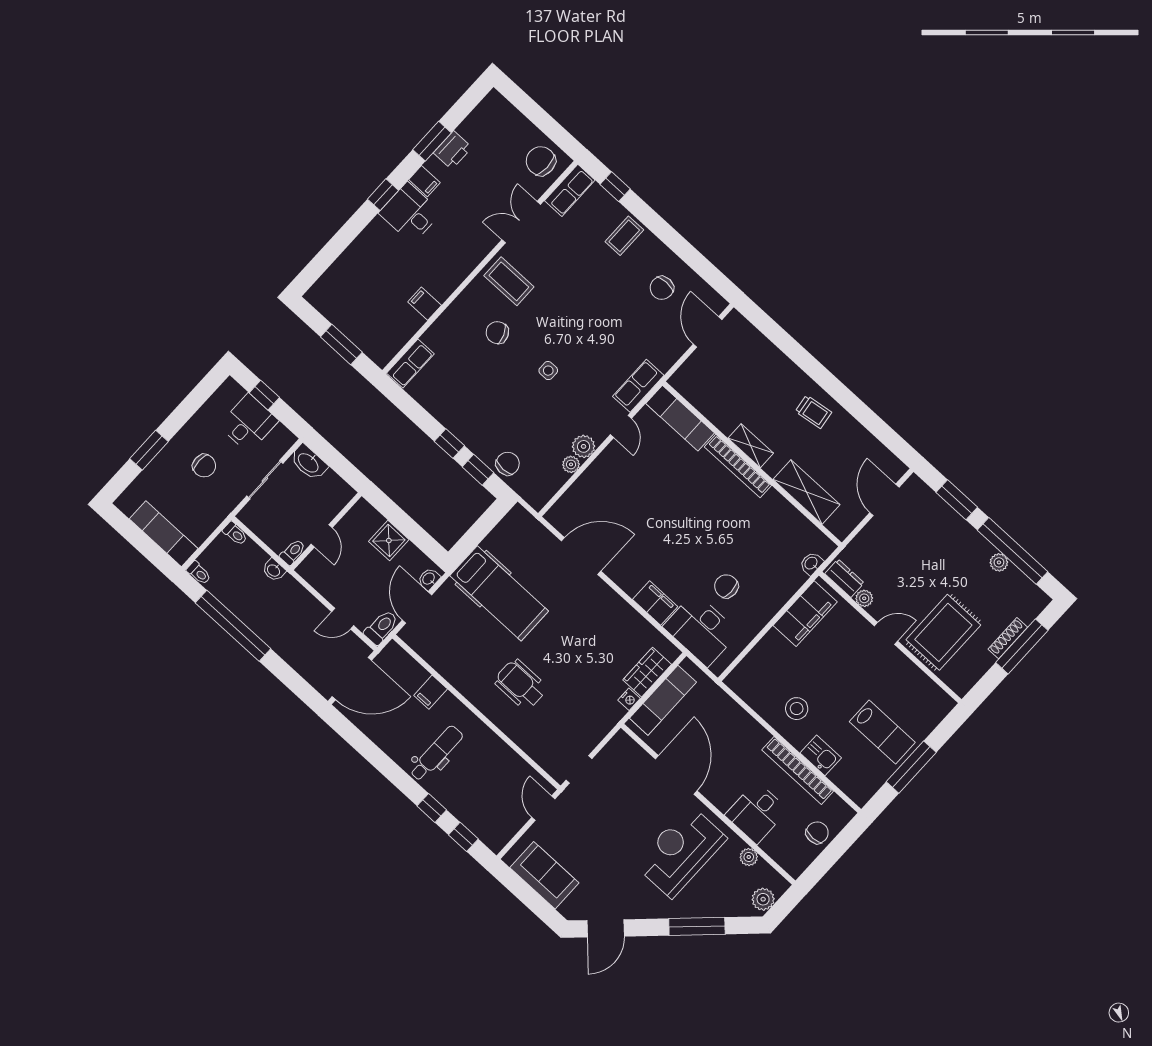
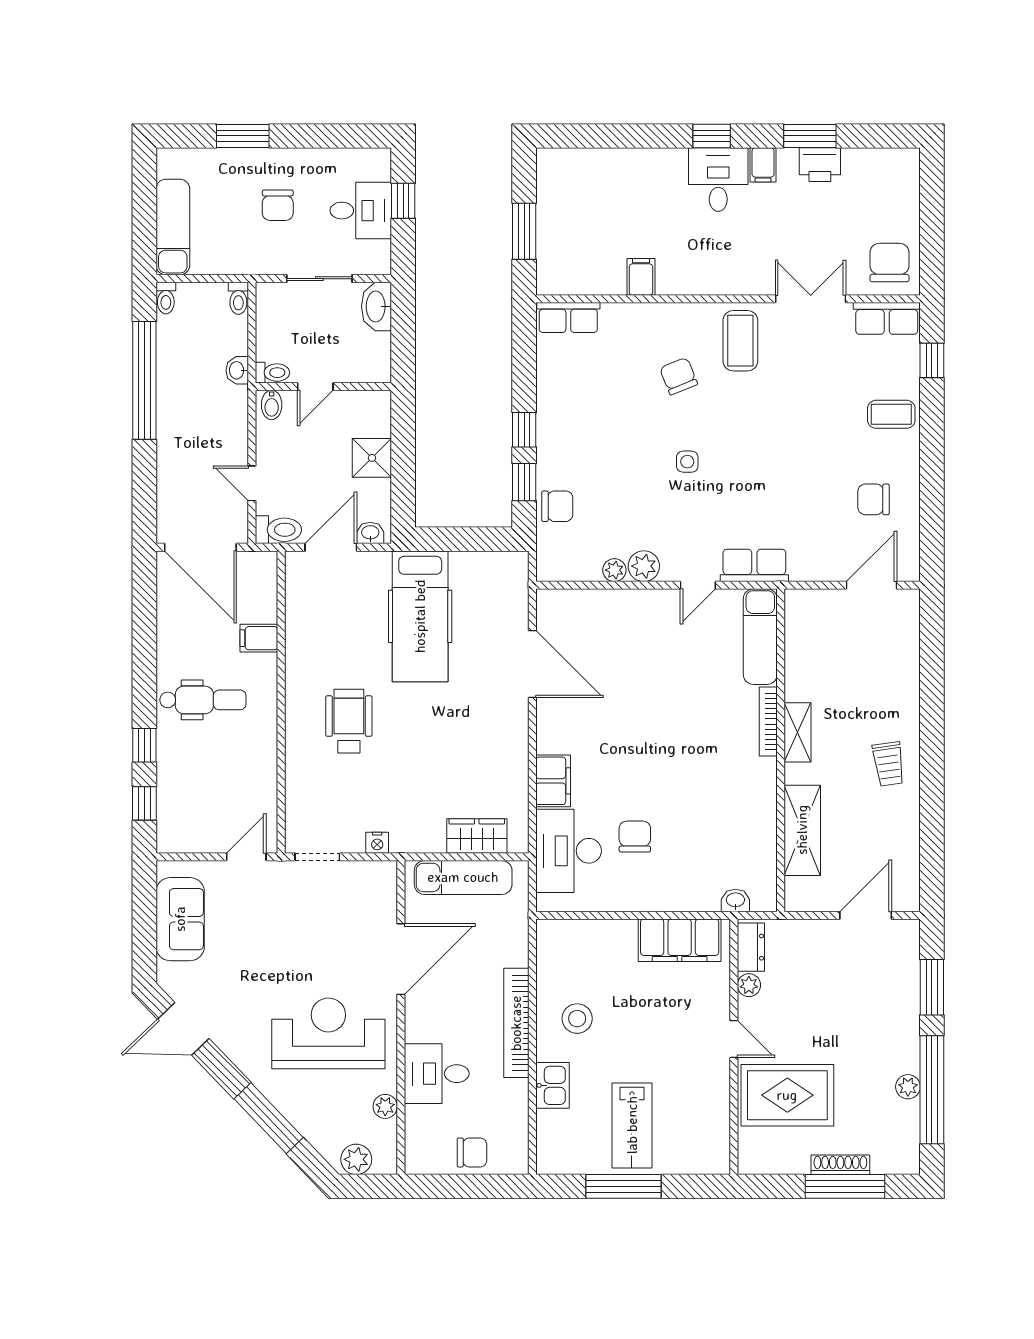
bookcase: (738, 466) -> (768, 722), width x0.68, depth x0.76
bidet: (310, 569) -> (272, 405), added
nightstand: (629, 699) -> (377, 843), moved
bookcase: (798, 770) -> (516, 1023), moved

